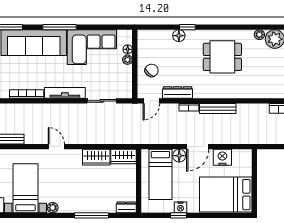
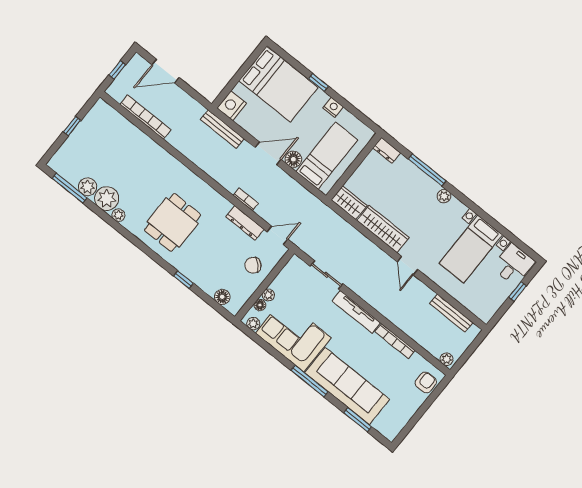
plant: (123, 35) -> (253, 324), added
floor lamp: (179, 36) -> (222, 297), moved
dining table: (222, 57) -> (173, 222), turned 90
bench: (218, 108) -> (222, 129), moved
wardrobe: (96, 157) -> (383, 229), width x1.50
nightstand: (222, 157) -> (232, 106), moved, turned 90
plant: (53, 208) -> (444, 196), moved
window: (178, 215) -> (318, 82), moved

